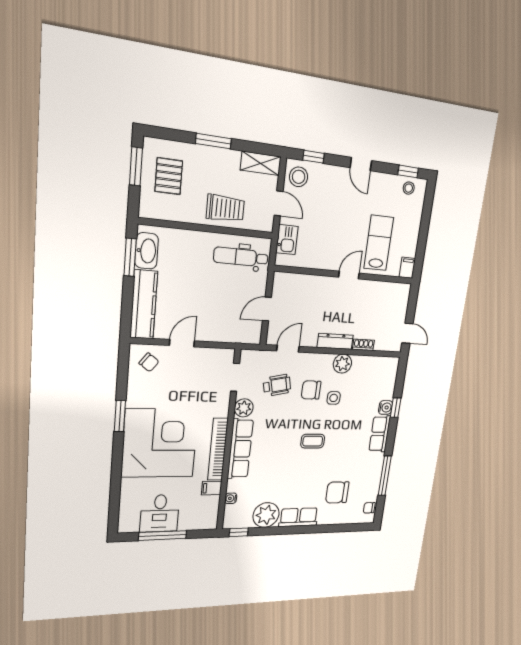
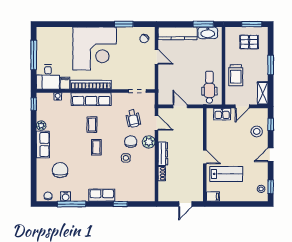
stool: (299, 177) -> (257, 131), moved
door: (407, 333) -> (185, 204), moved
plant: (342, 364) -> (149, 142), moved
water cooler: (386, 407) -> (66, 196), moved
plant: (244, 408) -> (118, 99), removed
window: (120, 416) -> (124, 24), moved
coffee table: (279, 448) -> (92, 125), added
desk: (160, 513) -> (48, 77), moved, turned -90
plant: (266, 515) -> (41, 126), width x0.53, depth x0.53

